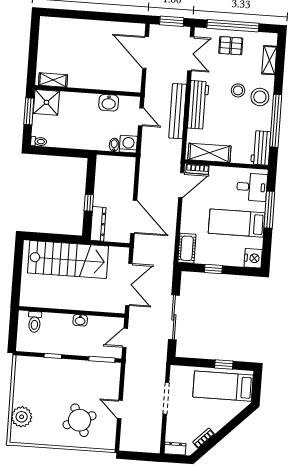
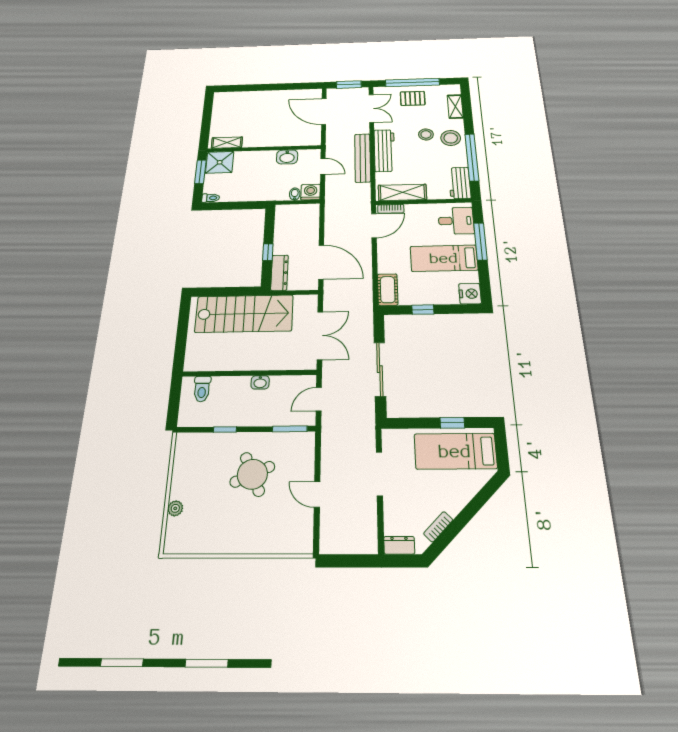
plant: (22, 417) -> (175, 508), width x0.53, depth x0.53
round table: (80, 420) -> (252, 474), moved

